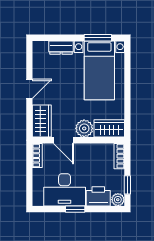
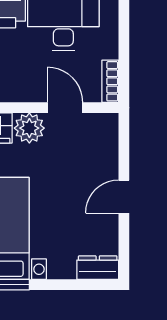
dresser: (61, 48) -> (98, 268), moved
wardrobe: (42, 121) -> (102, 141), removed

